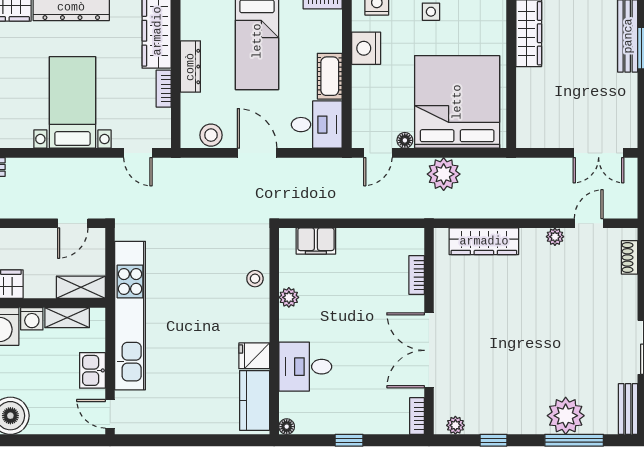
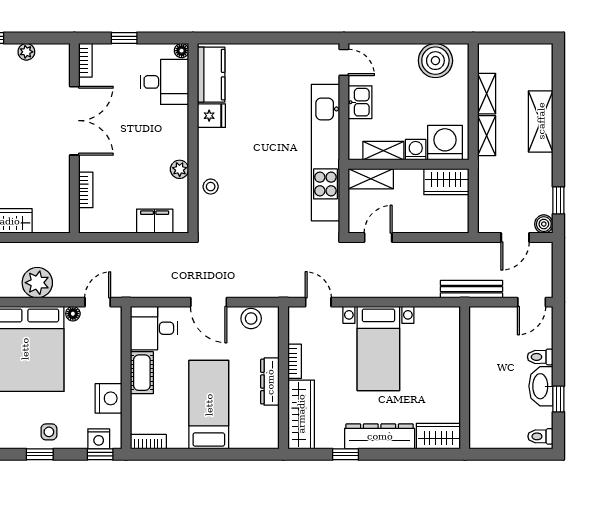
bookcase: (417, 275) -> (86, 190), moved
wall: (429, 331) -> (74, 138), moved
double door: (429, 350) -> (74, 121), moved
desk: (305, 367) -> (164, 82), moved
bookcase: (417, 416) -> (85, 60), moved

